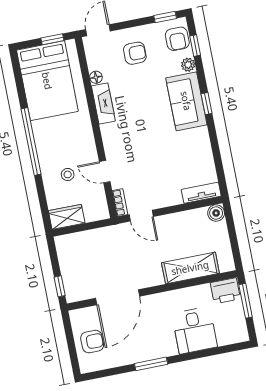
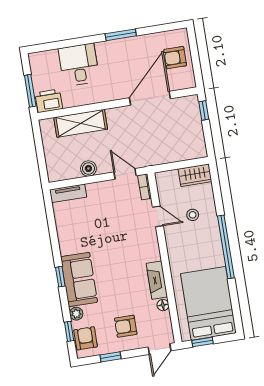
window: (165, 17) -> (110, 357), moved
boiler: (216, 213) -> (88, 168), moved

